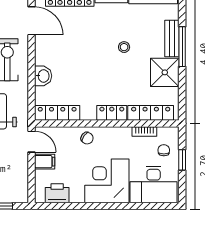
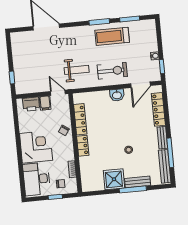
washbasin: (43, 76) -> (117, 95), moved
locker: (57, 113) -> (80, 119), moved
locker: (151, 113) -> (85, 172), removed
door: (31, 142) -> (58, 93), swing flipped
printer: (57, 193) -> (31, 104), moved, turned 90

